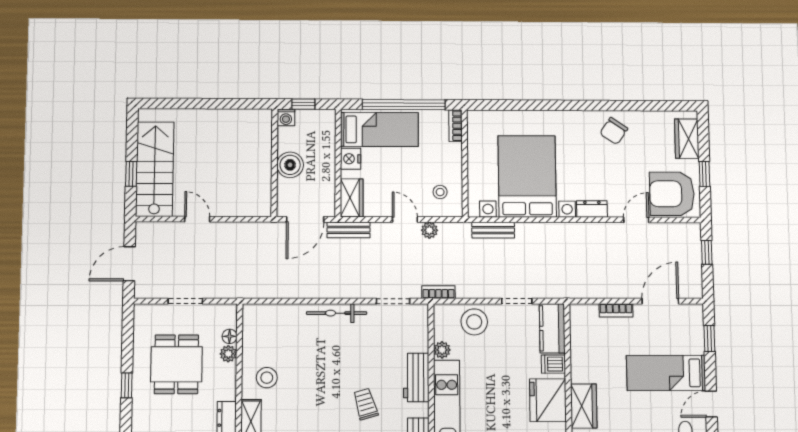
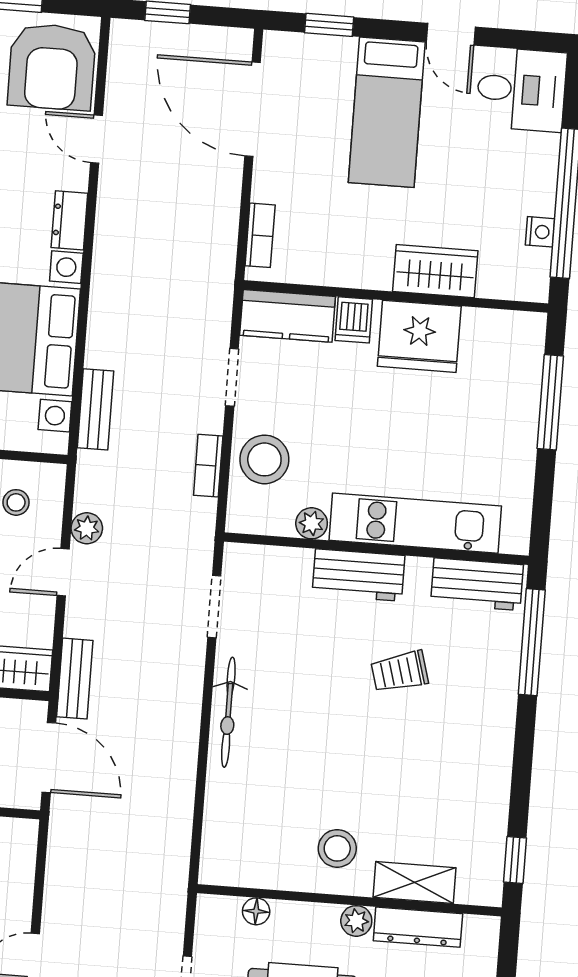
bookcase: (438, 292) -> (208, 466), moved
door: (660, 301) -> (253, 109), width x1.36
bookcase: (616, 310) -> (260, 235), moved
plant: (228, 354) -> (356, 921), moved

